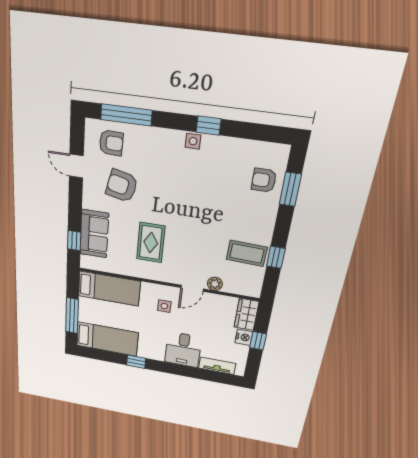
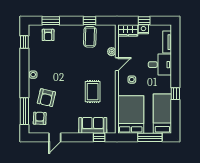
window: (209, 126) -> (24, 42), moved
armchair: (122, 186) -> (46, 98), moved
rug: (151, 243) -> (93, 92), turned 90
door: (192, 288) -> (117, 64), hinge flipped
bed: (109, 289) -> (131, 114), width x1.50

